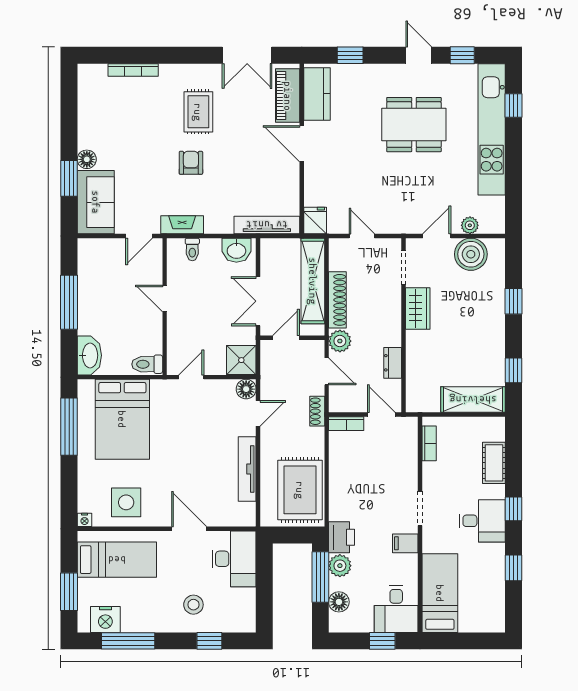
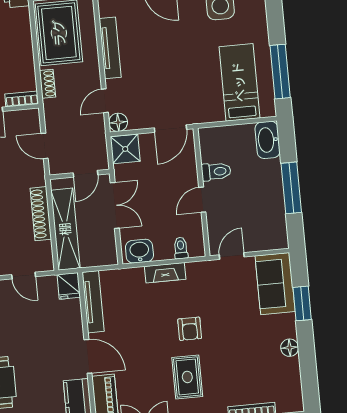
floor lamp: (87, 159) -> (290, 348), moved
fireplace: (182, 225) -> (165, 273), moved
tv unit: (267, 225) -> (93, 302), moved, turned -90
door: (165, 299) -> (202, 200), swing flipped
plant: (340, 341) -> (35, 175), removed
toilet: (147, 364) -> (216, 172), moved
door: (191, 377) -> (170, 129), width x1.38
shoe rack: (317, 411) -> (47, 84), moved
bed: (122, 419) -> (239, 82), width x0.67

